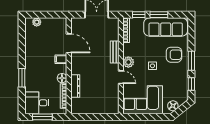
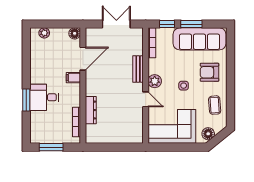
door: (69, 43) -> (83, 59), hinge flipped
armchair: (174, 55) -> (210, 72), turned 180
window: (191, 61) -> (230, 80), removed
floor lamp: (62, 78) -> (75, 33), moved
coffee table: (178, 82) -> (215, 105), added
window: (191, 84) -> (230, 107), removed
desk: (37, 103) -> (44, 97), moved

